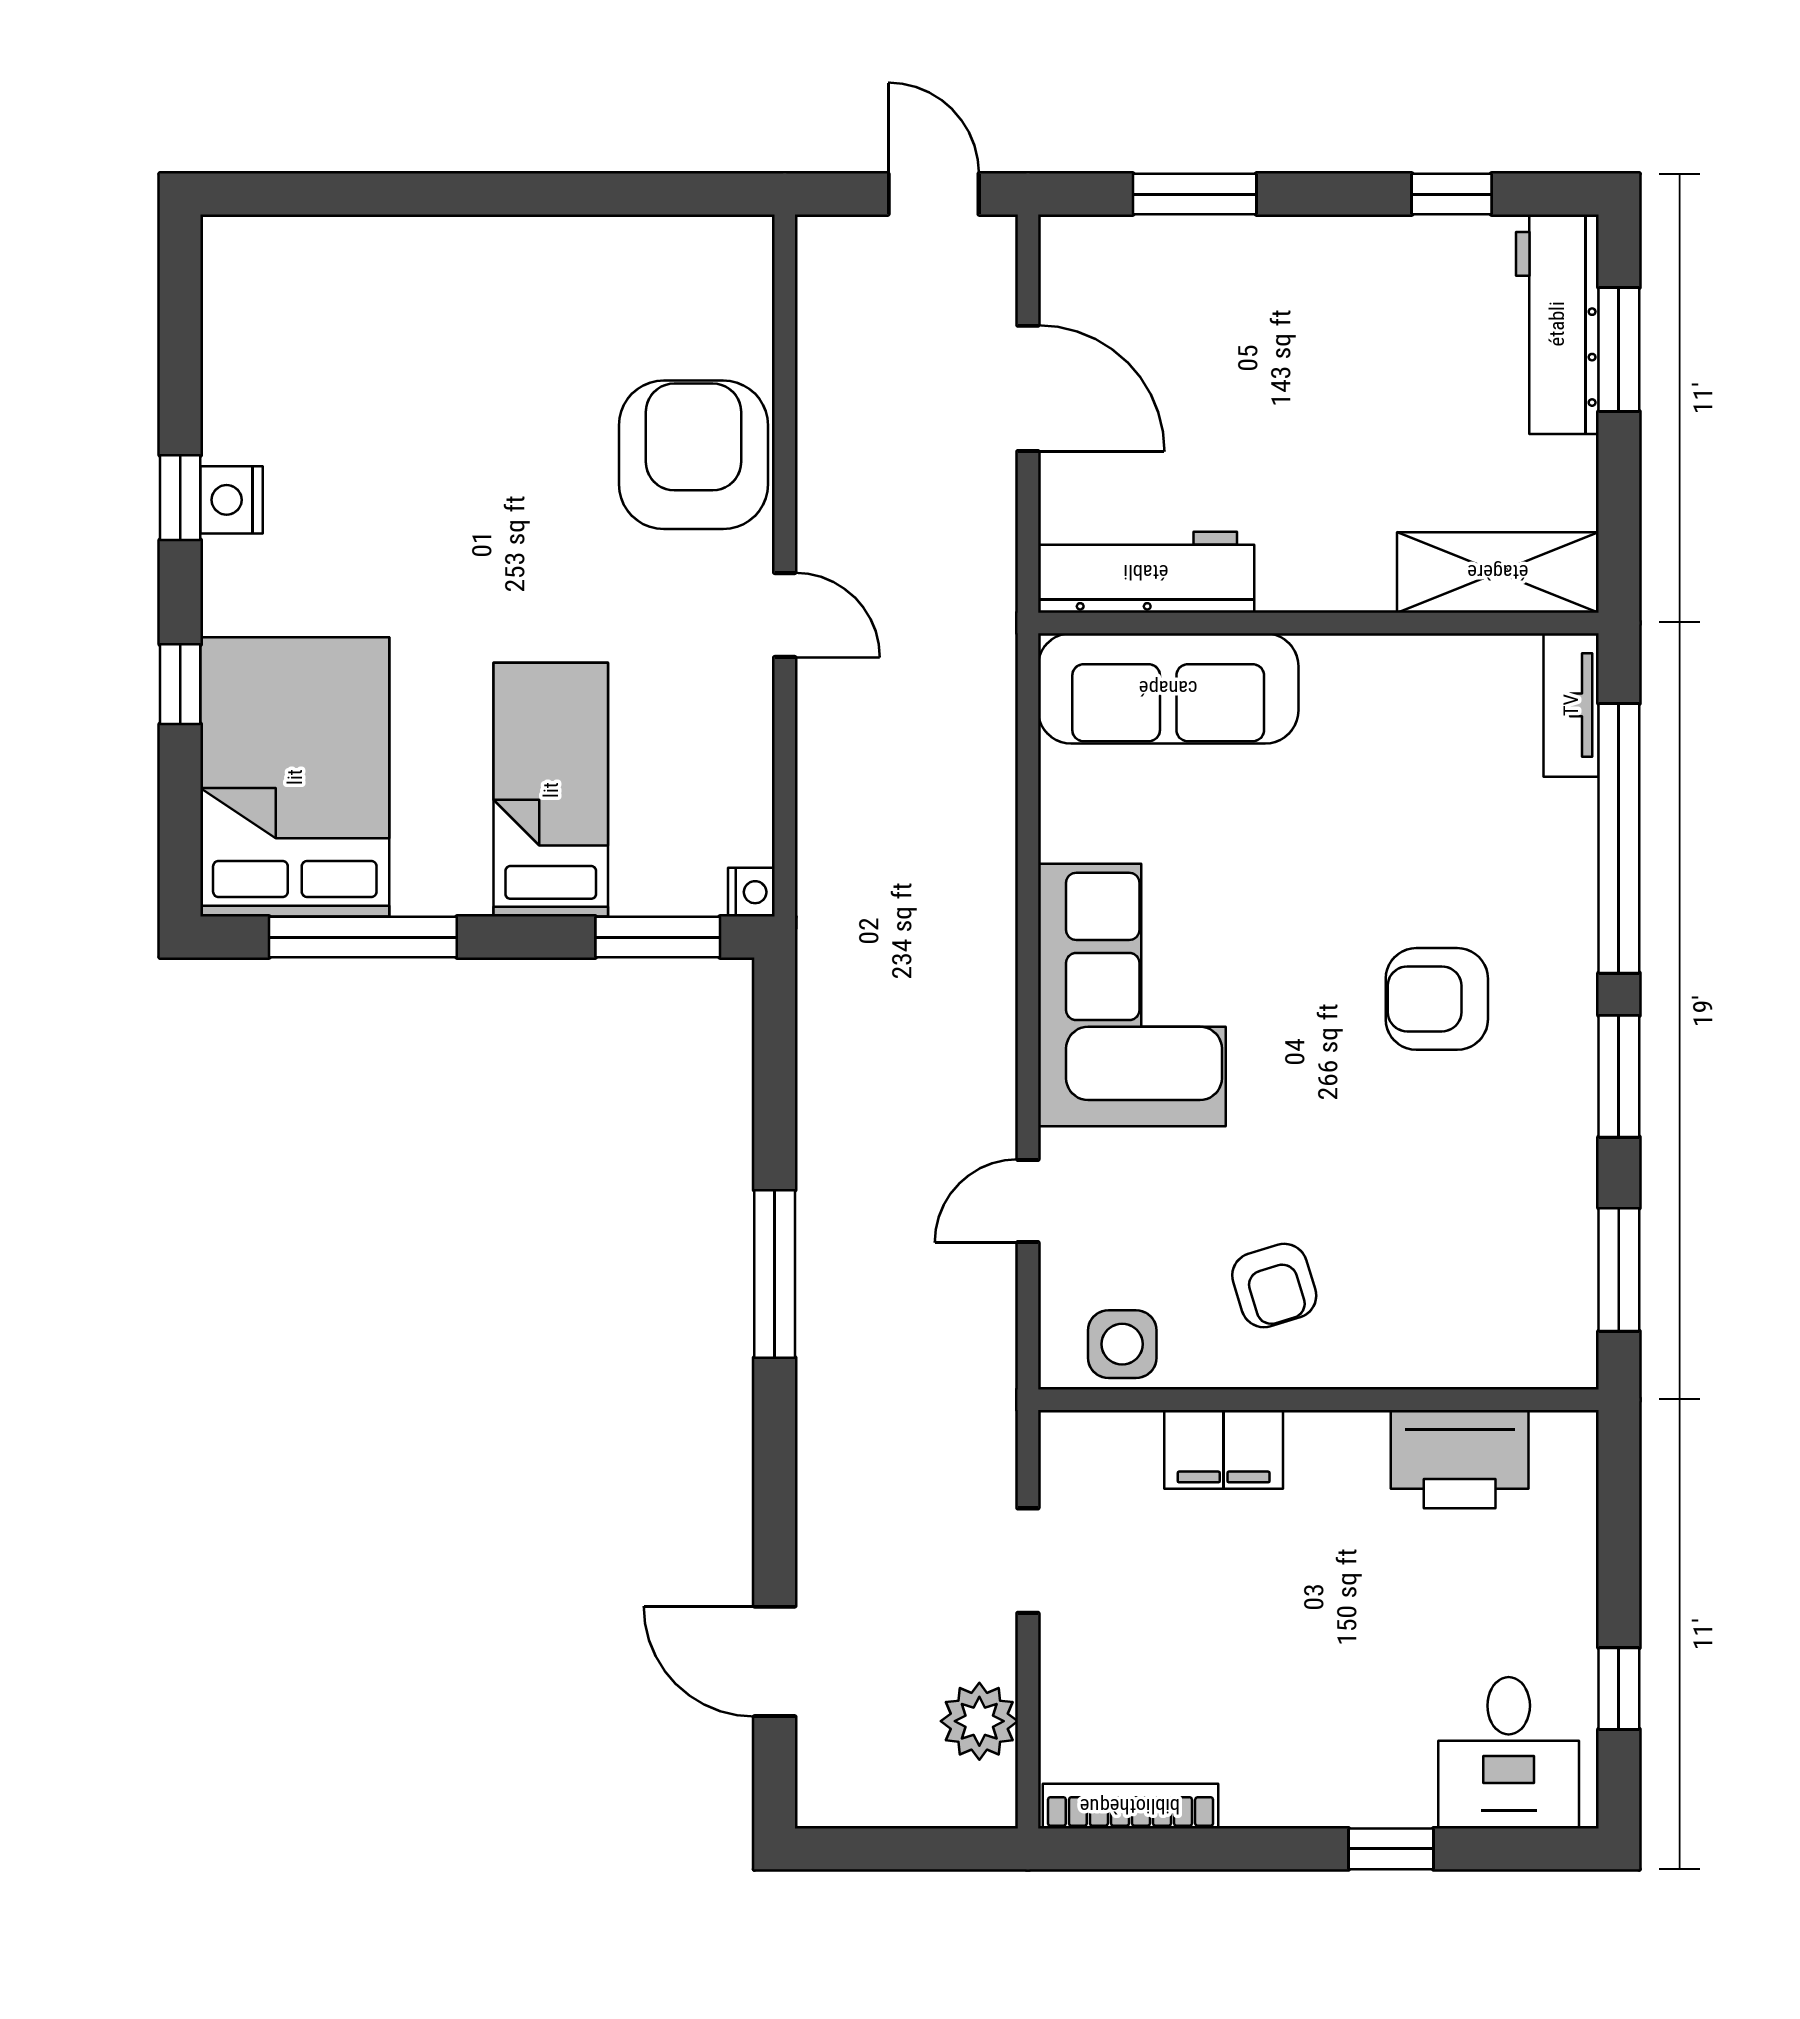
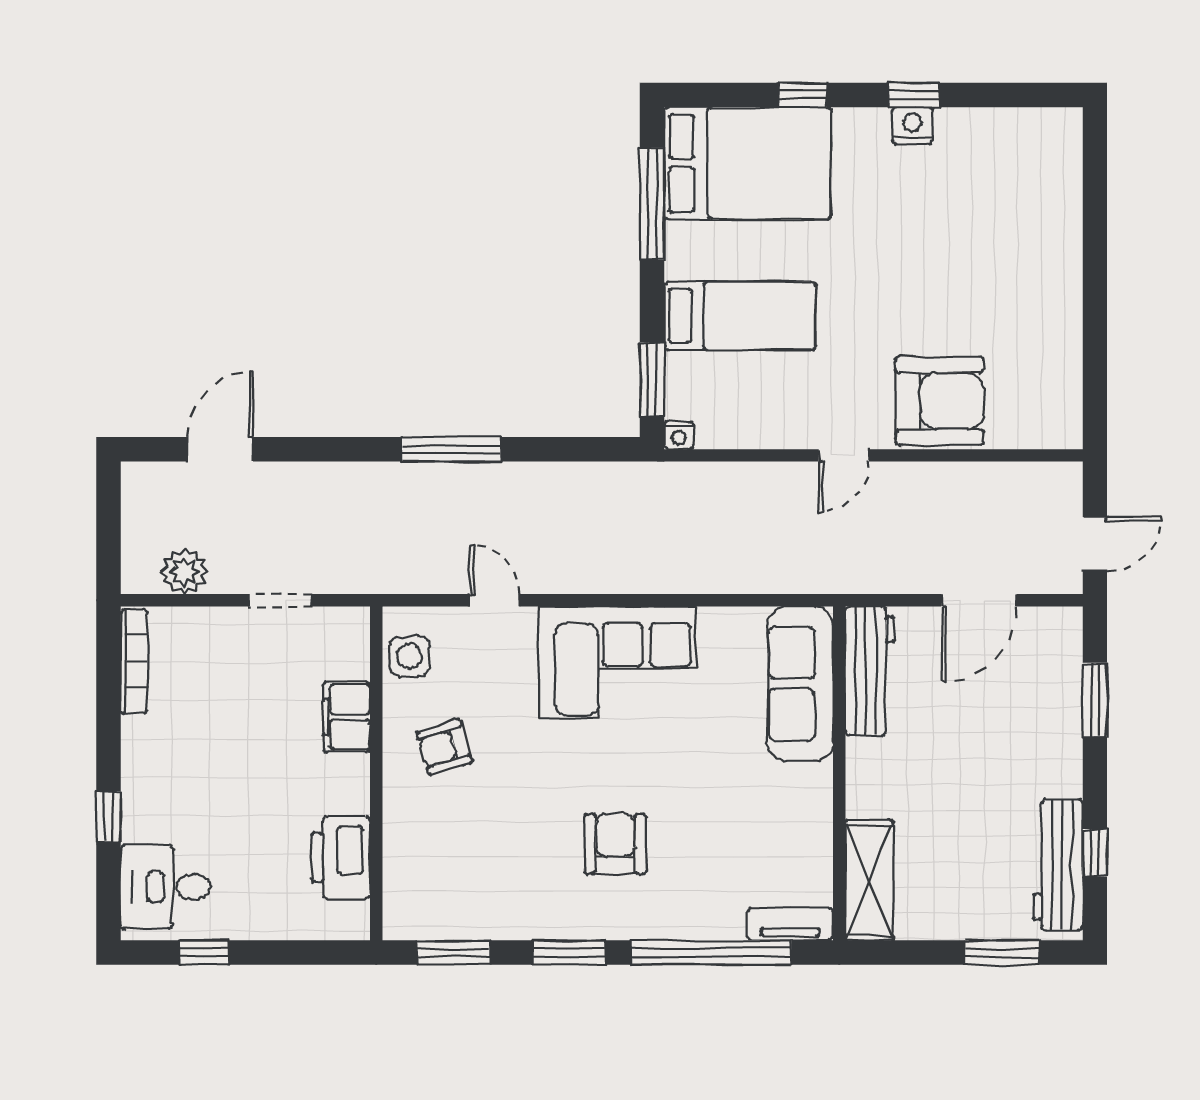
workbench: (1557, 324) -> (1058, 865), moved, turned -90

